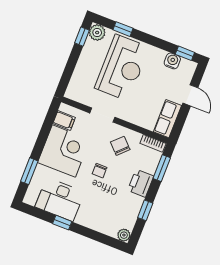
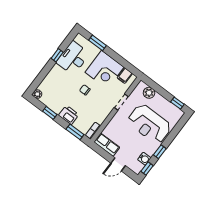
window: (123, 29) -> (160, 152), moved
plant: (97, 33) -> (149, 93), moved
chair: (120, 146) -> (97, 108), removed

